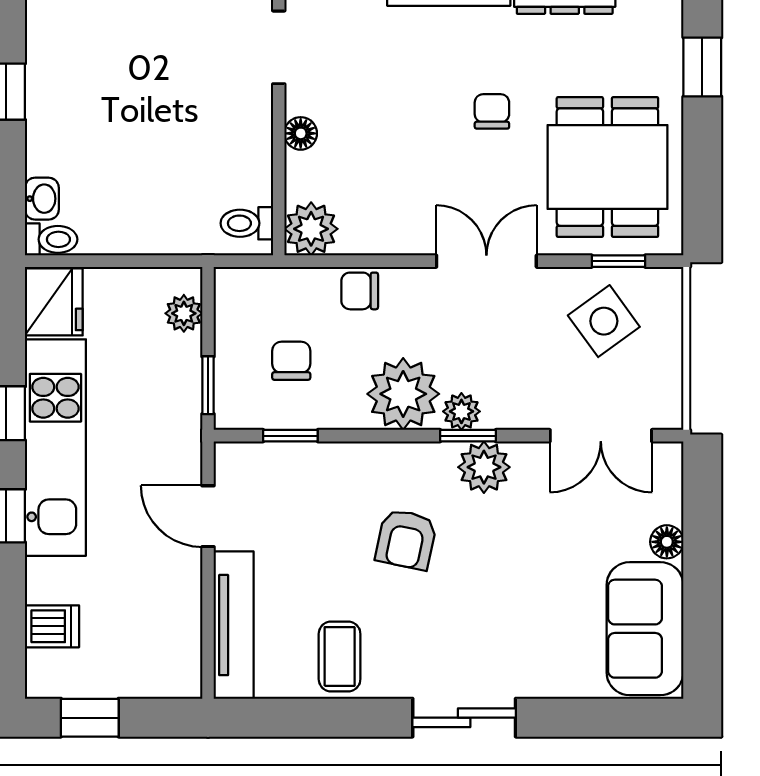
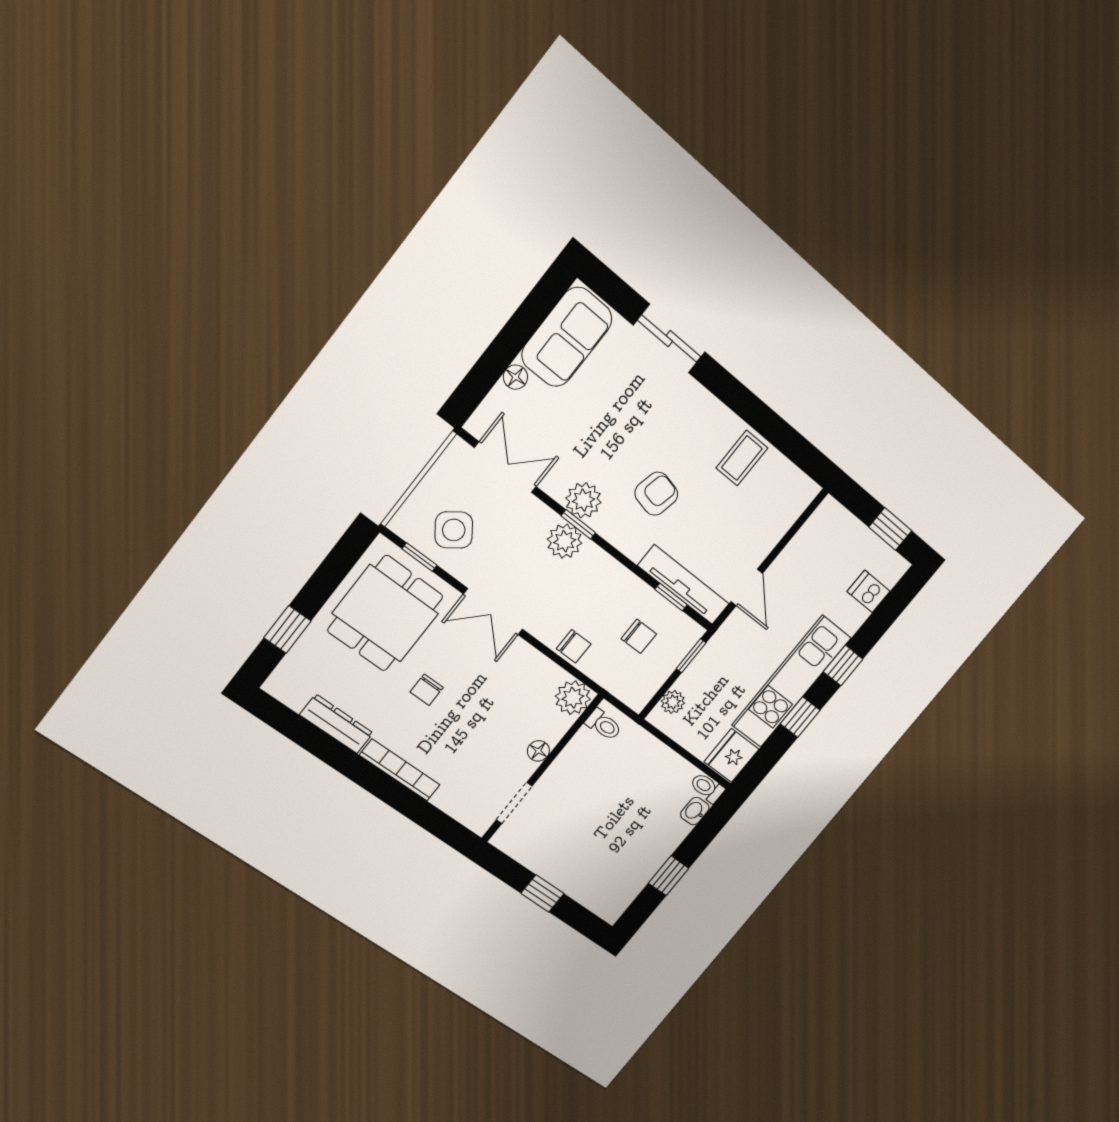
chair: (291, 361) -> (639, 636), turned -90
plant: (403, 394) -> (595, 574), removed
plant: (461, 411) -> (565, 541), width x1.38, depth x1.38
tv unit: (234, 625) -> (684, 585), moved, turned 90
sliding door: (464, 718) -> (669, 339), moved

